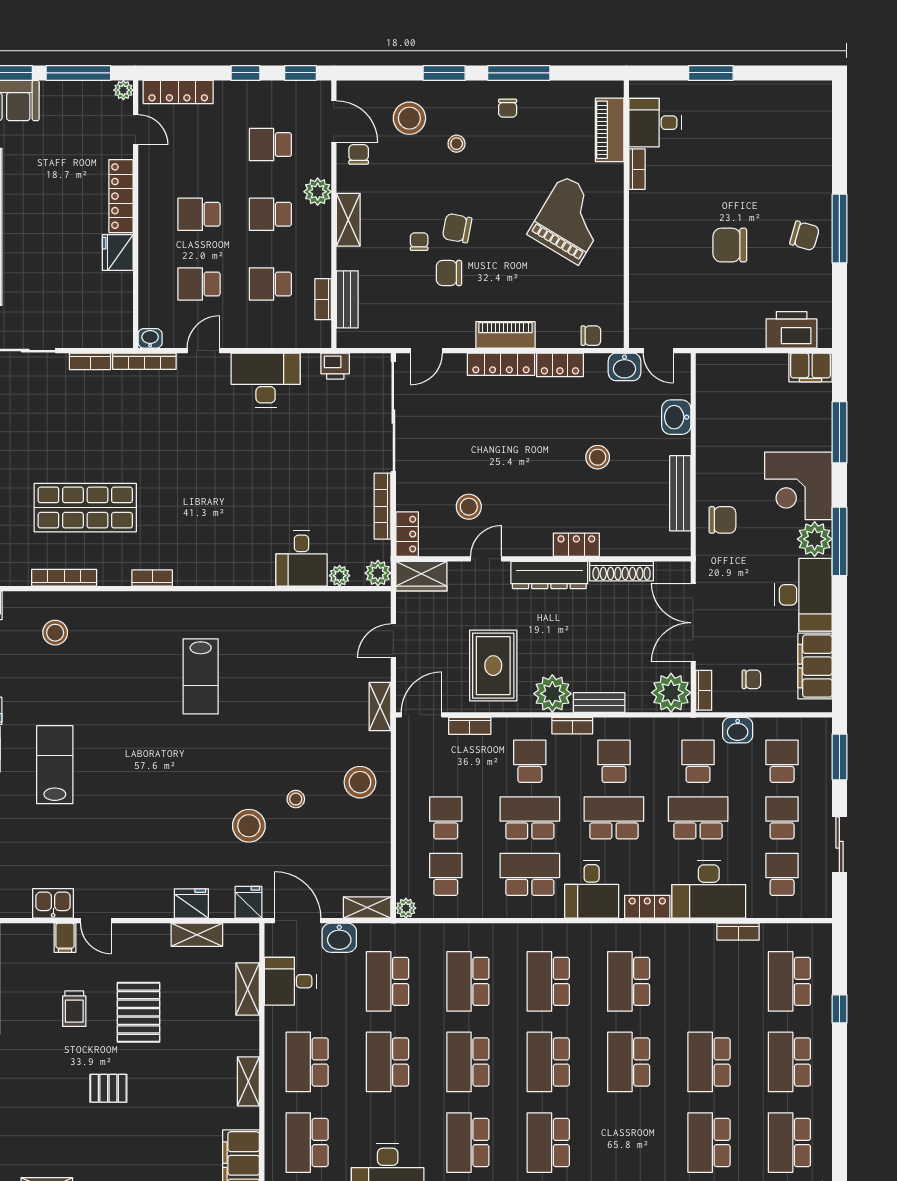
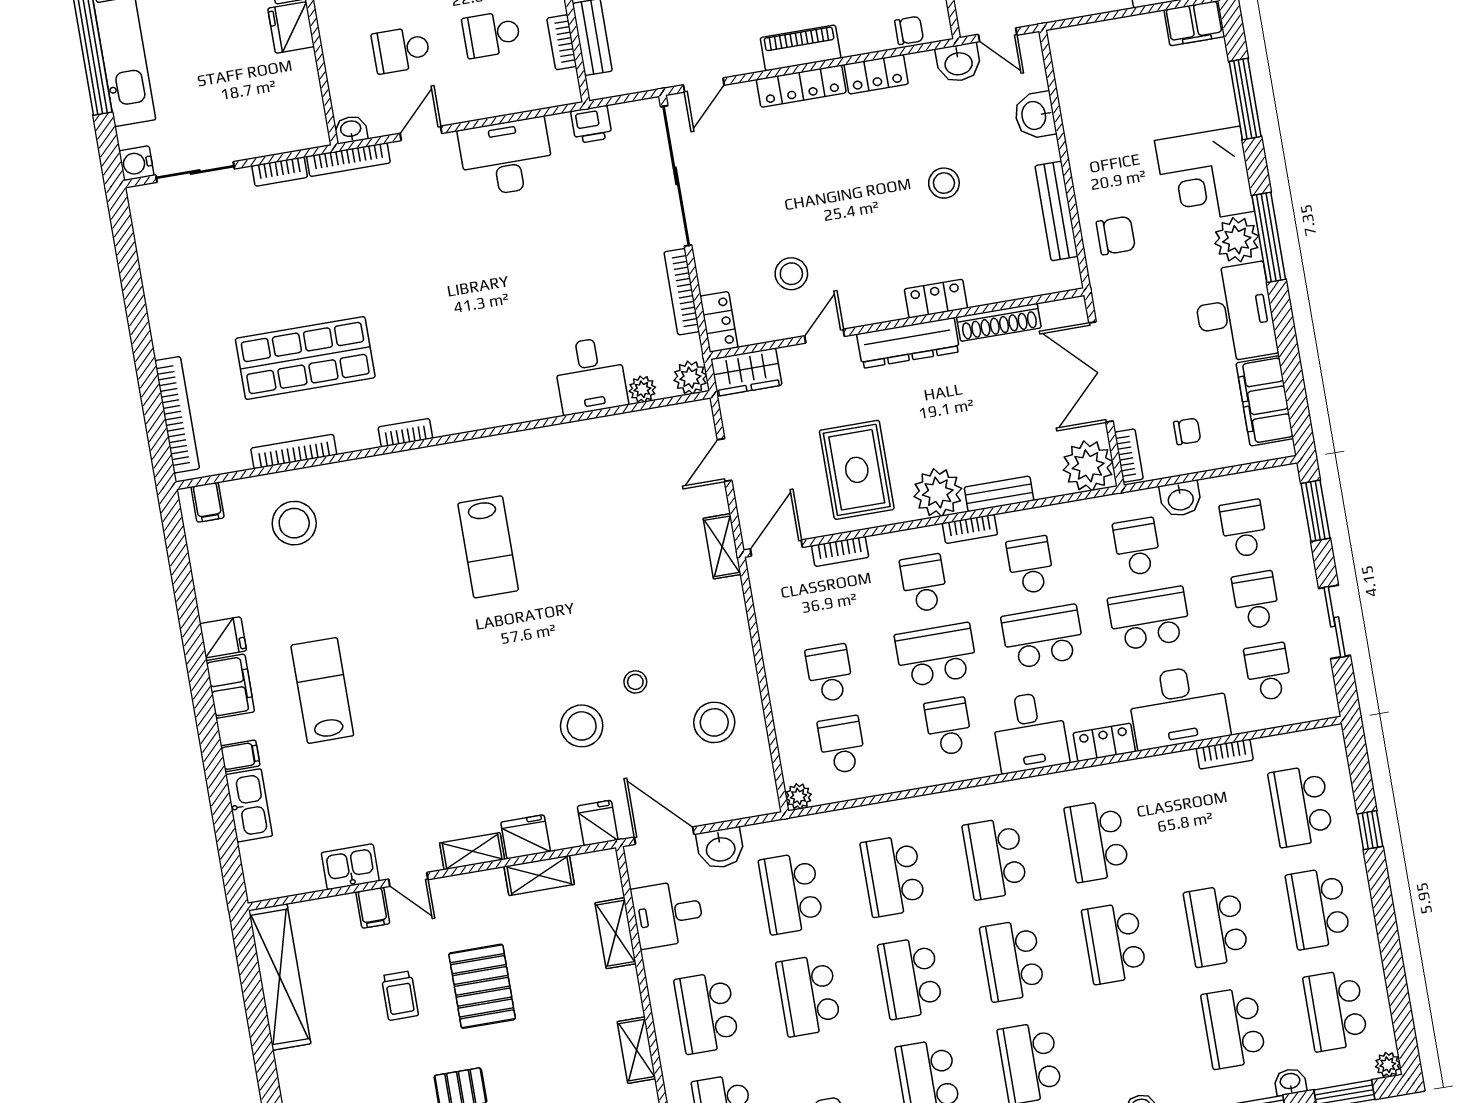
stool: (55, 633) -> (294, 523), width x1.38, depth x1.38
stool: (360, 782) -> (714, 722), moved
school desk: (530, 874) -> (948, 727), width x0.54
shelving: (367, 908) -> (472, 851), moved

